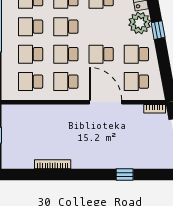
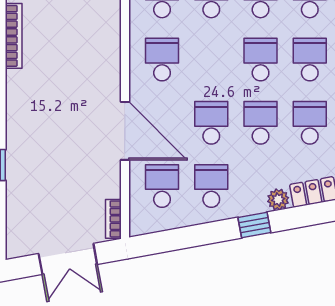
plant: (140, 23) -> (278, 200), width x0.53, depth x0.53
school desk: (66, 54) -> (261, 123), moved
door: (106, 102) -> (125, 131), hinge flipped

